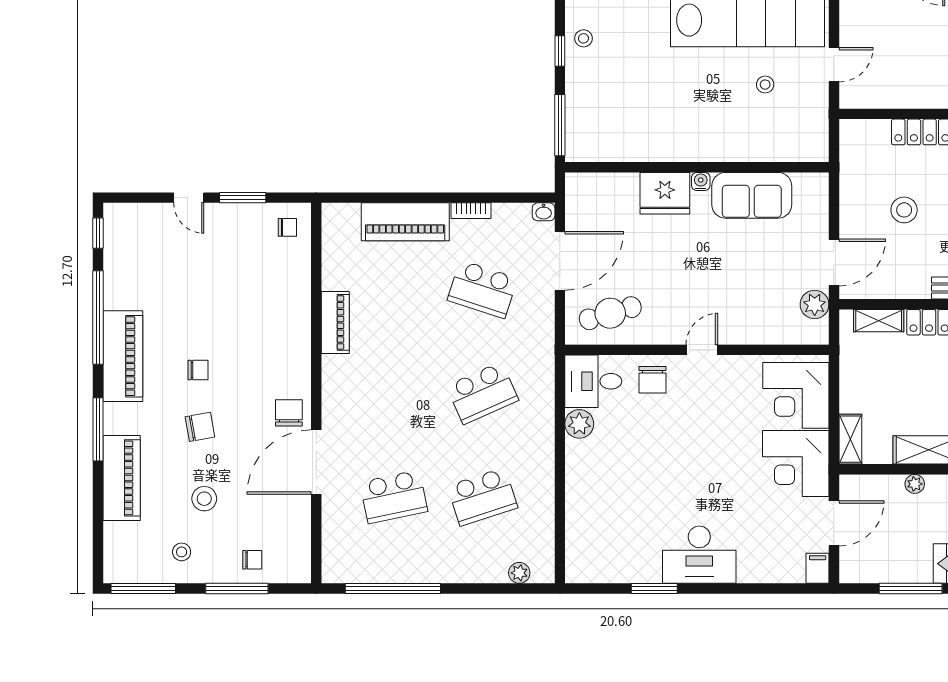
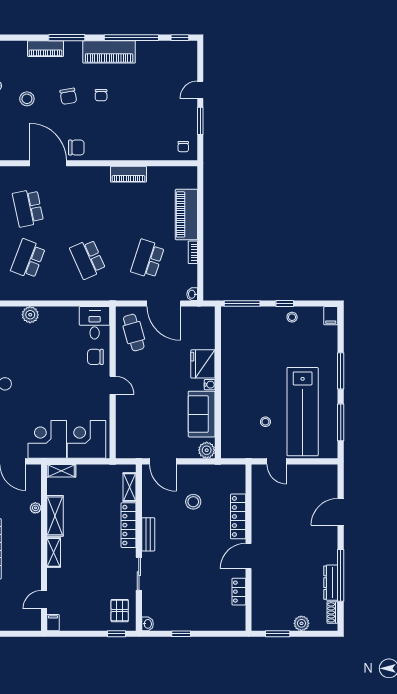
plant: (815, 304) -> (207, 450), moved
plant: (579, 424) -> (30, 315), moved
piano: (122, 478) -> (46, 49), width x0.73, depth x0.75
school desk: (482, 497) -> (28, 259), turned 39

